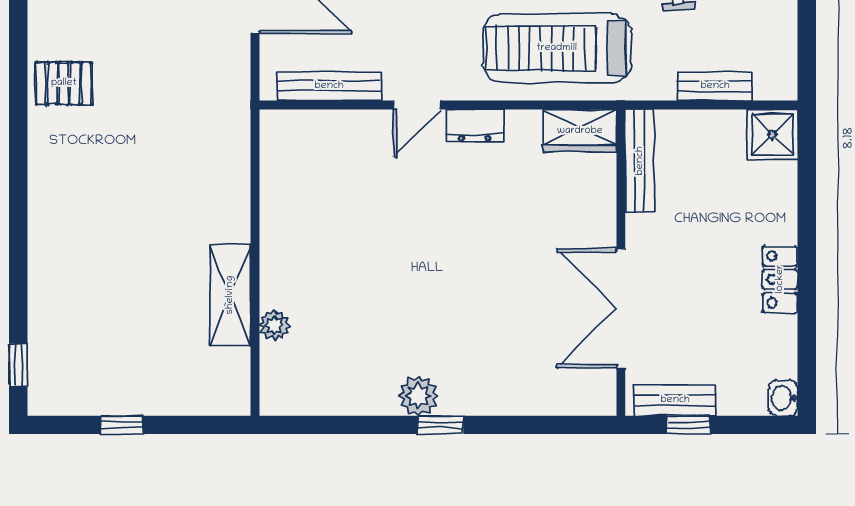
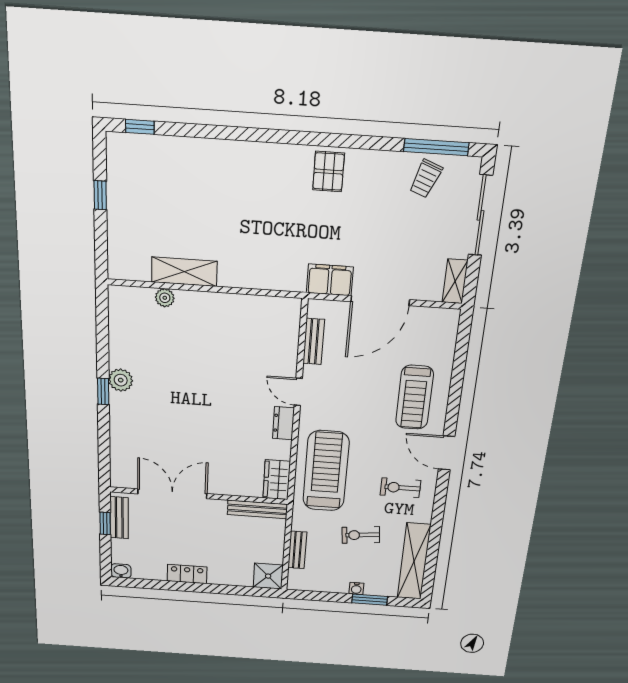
filing cabinet: (227, 68) -> (330, 280), added
bench: (329, 86) -> (314, 341), width x0.73

